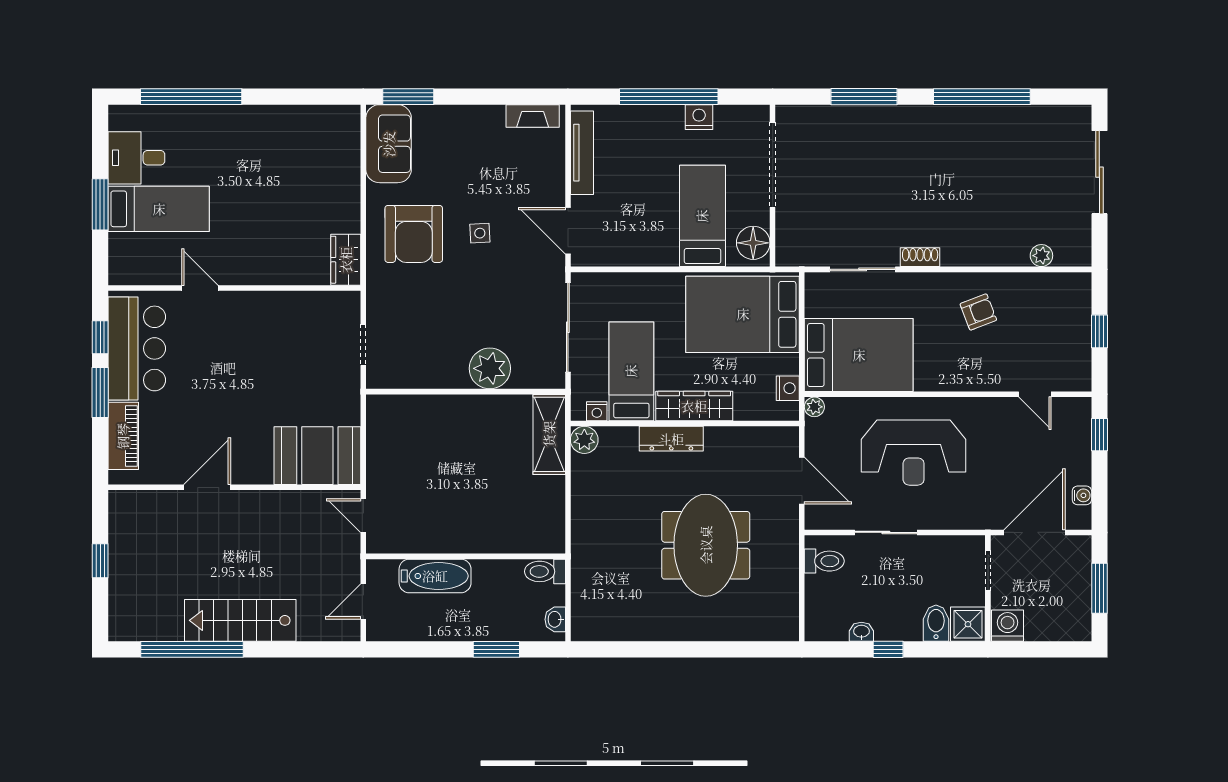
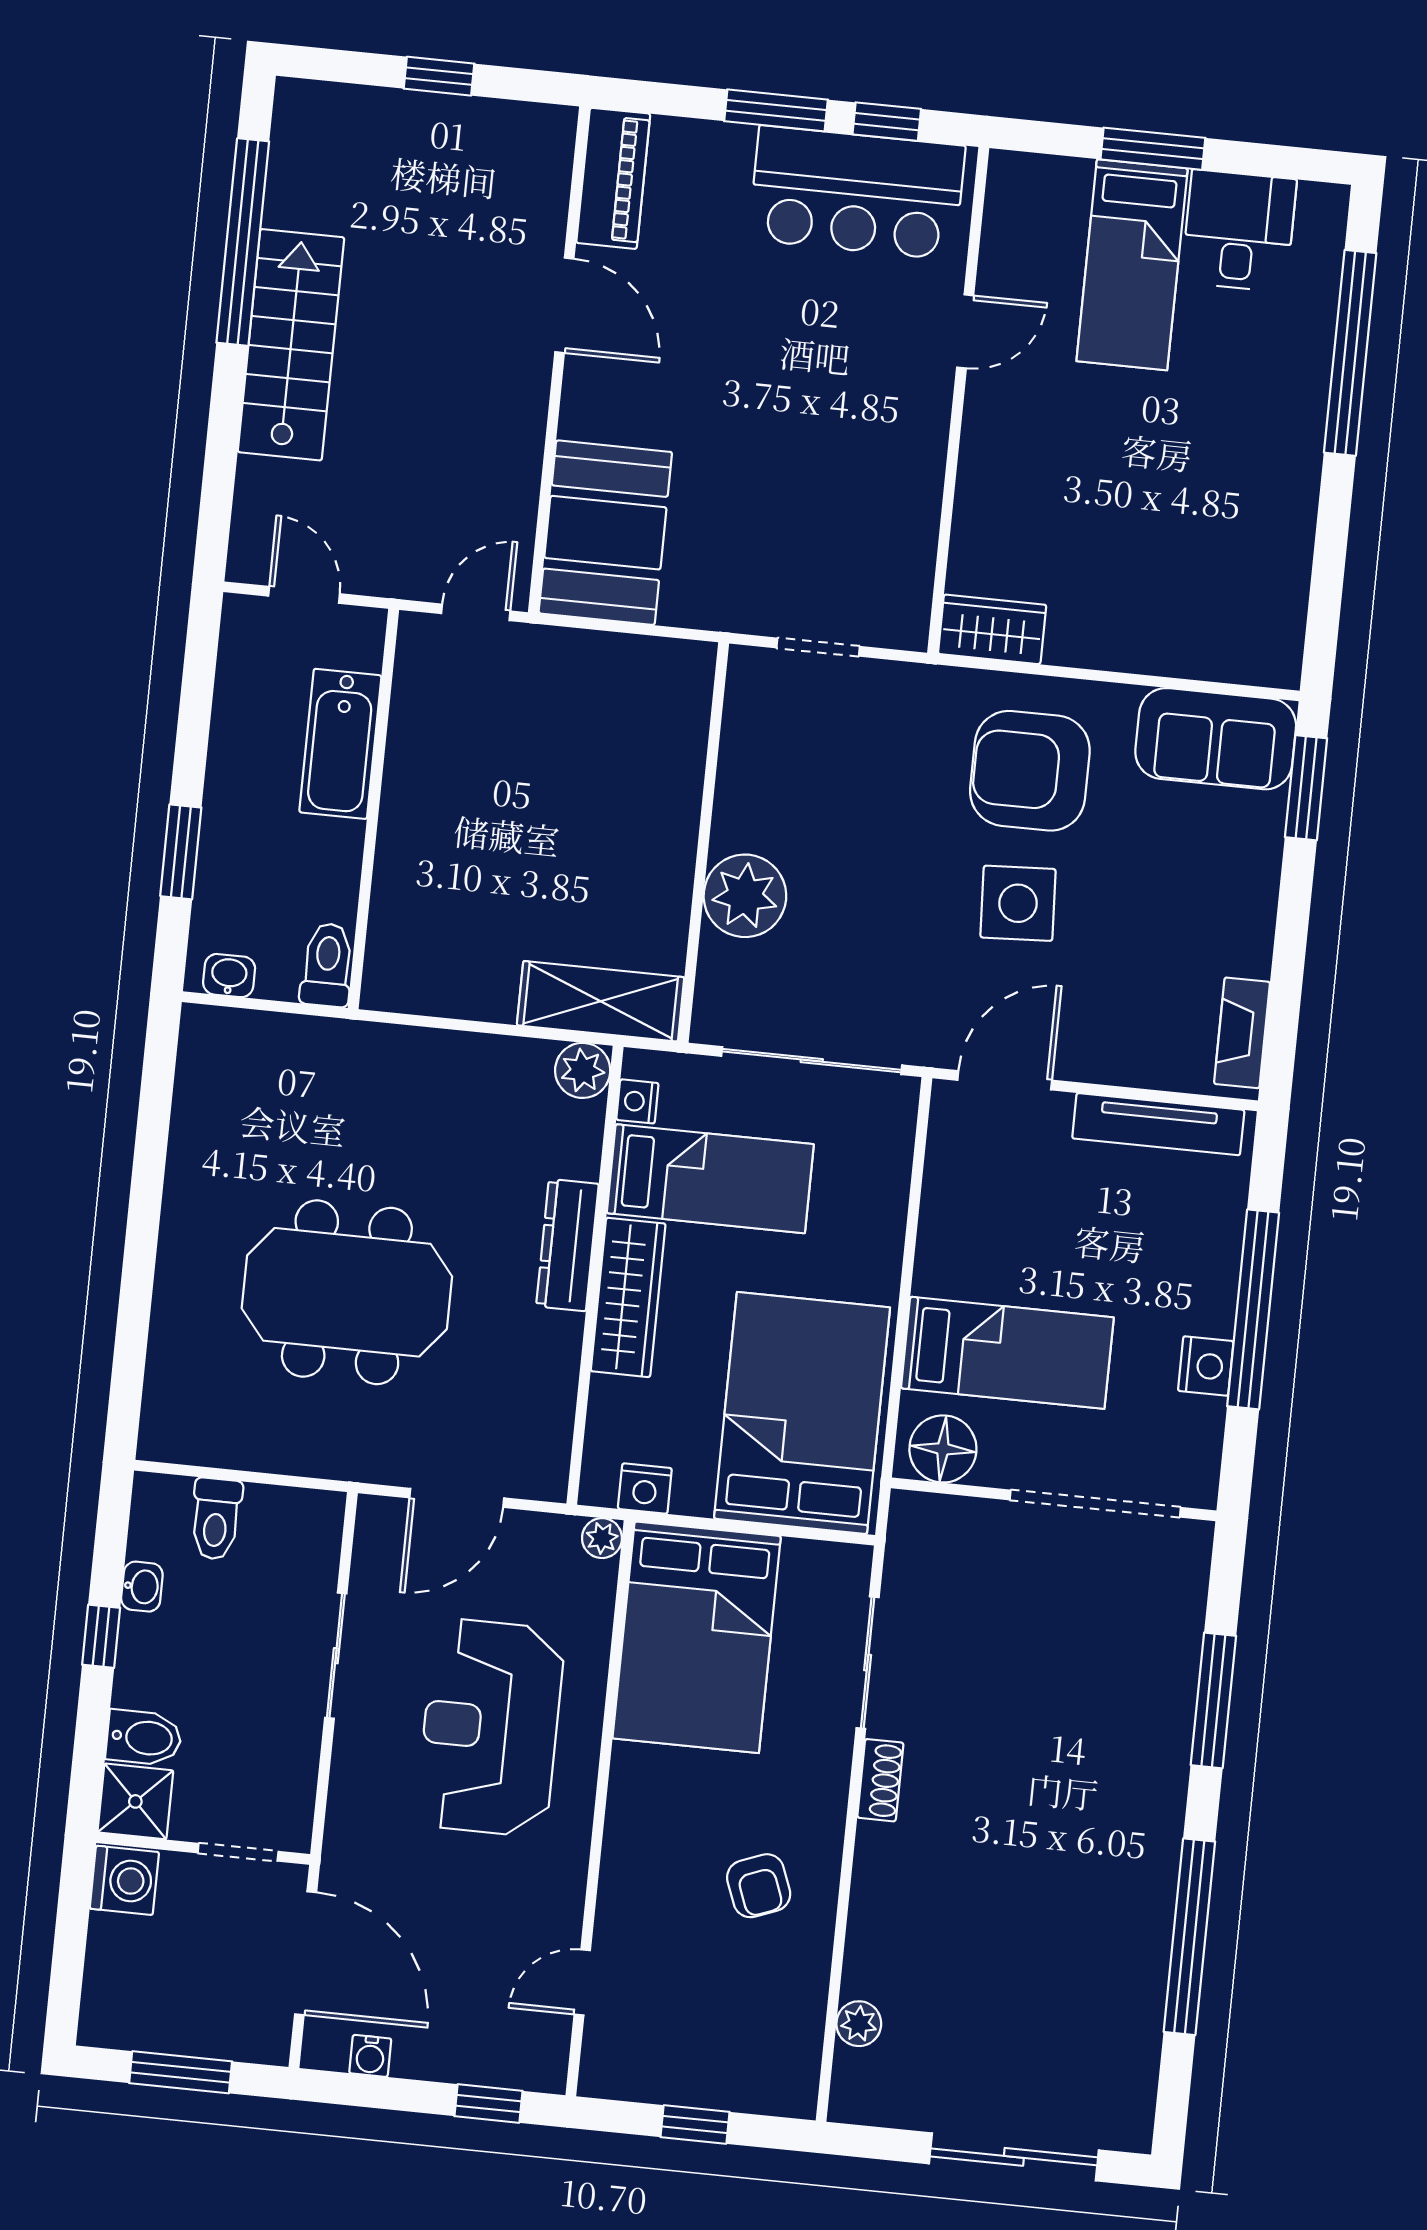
side table: (480, 233) -> (1018, 903), width x1.87, depth x1.87
piano: (123, 436) -> (613, 178), moved, turned -90
toilet: (824, 561) -> (216, 1519), moved

